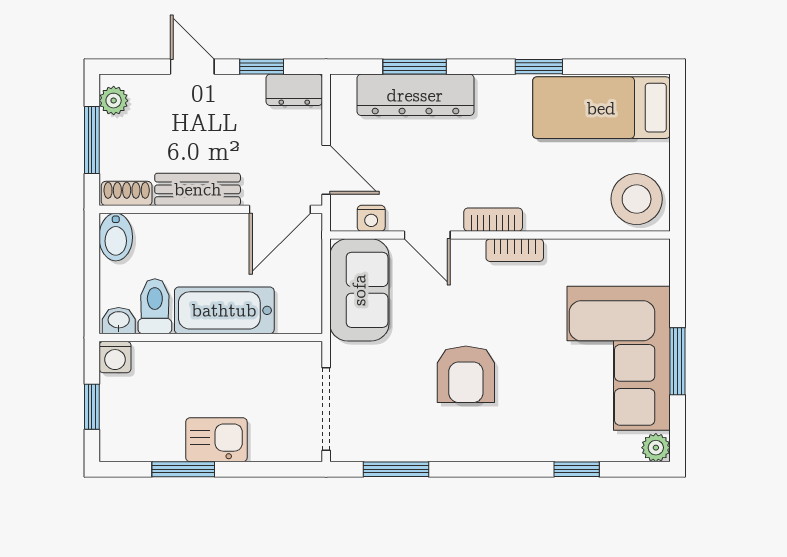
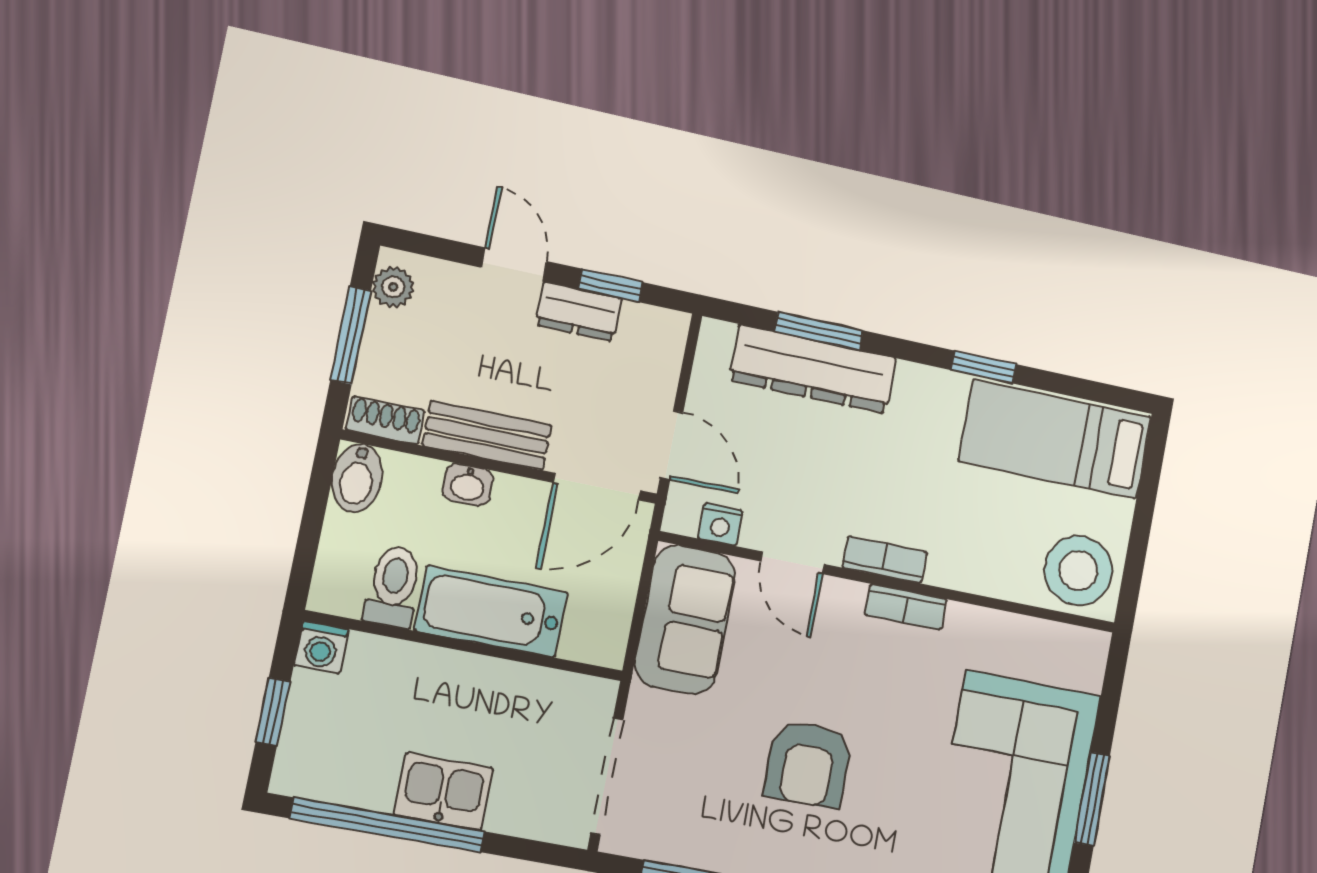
dresser: (294, 90) -> (579, 312), moved
washbasin: (119, 321) -> (468, 485), moved, turned 180
window: (183, 469) -> (387, 825), width x2.11

